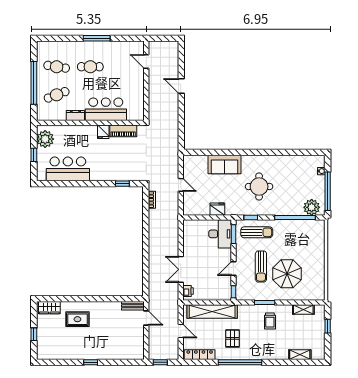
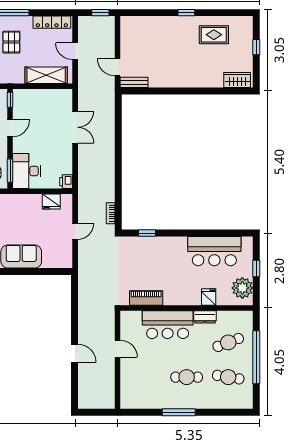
door: (146, 61) -> (118, 349), moved
fridge: (103, 132) -> (209, 297), moved
door: (181, 185) -> (75, 231), swing flipped
fridge: (217, 209) -> (51, 202), moved
printer: (188, 291) -> (66, 182), moved
shelving: (212, 311) -> (46, 75), width x0.68
rug: (77, 319) -> (214, 35), moved

